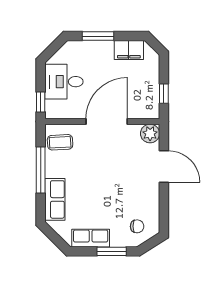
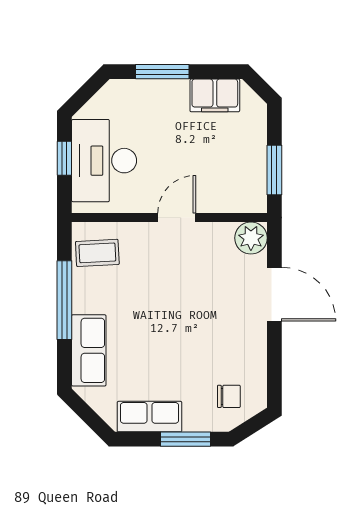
desk: (64, 82) -> (104, 161), width x1.37
window: (164, 94) -> (274, 170), width x1.50
window: (41, 102) -> (64, 158), moved
door: (107, 122) -> (177, 217), width x0.53

